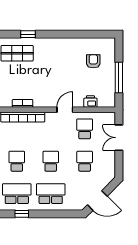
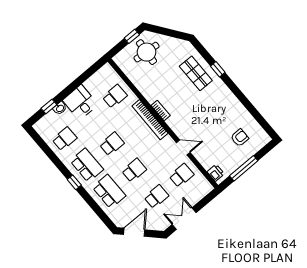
printer: (90, 102) -> (216, 173), moved
double door: (119, 138) -> (184, 219), moved
door: (97, 201) -> (134, 232), swing flipped

